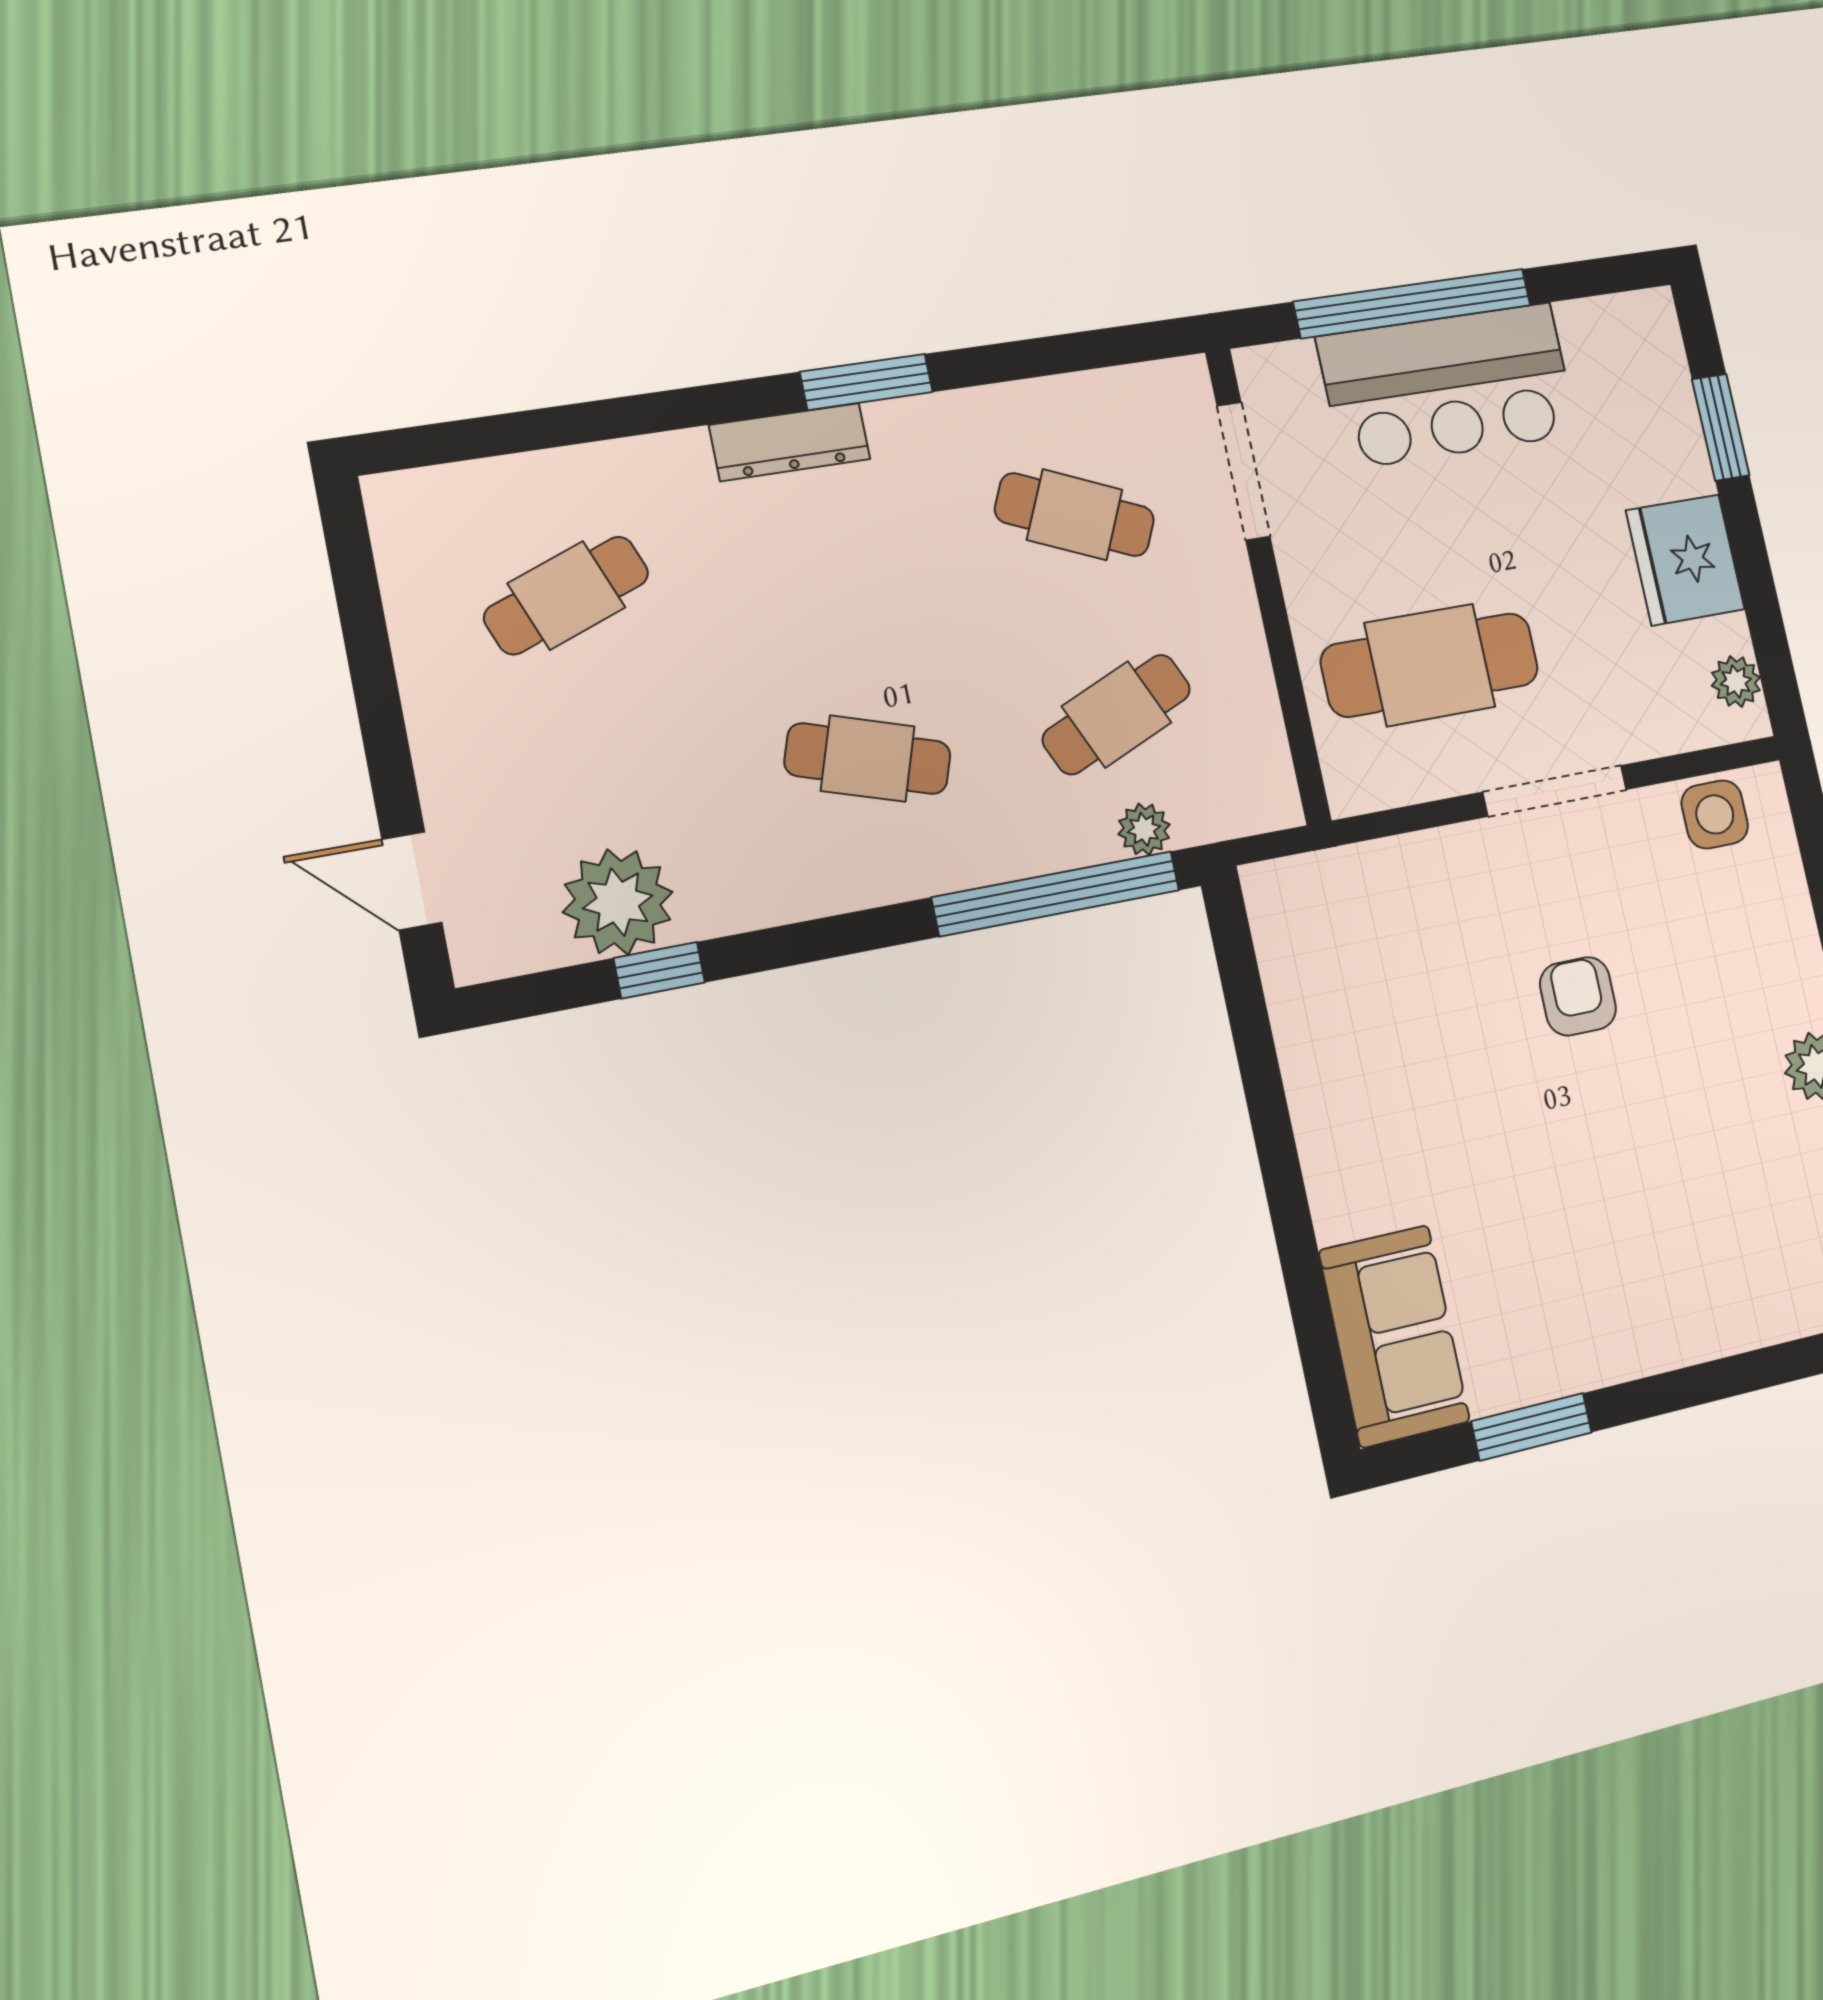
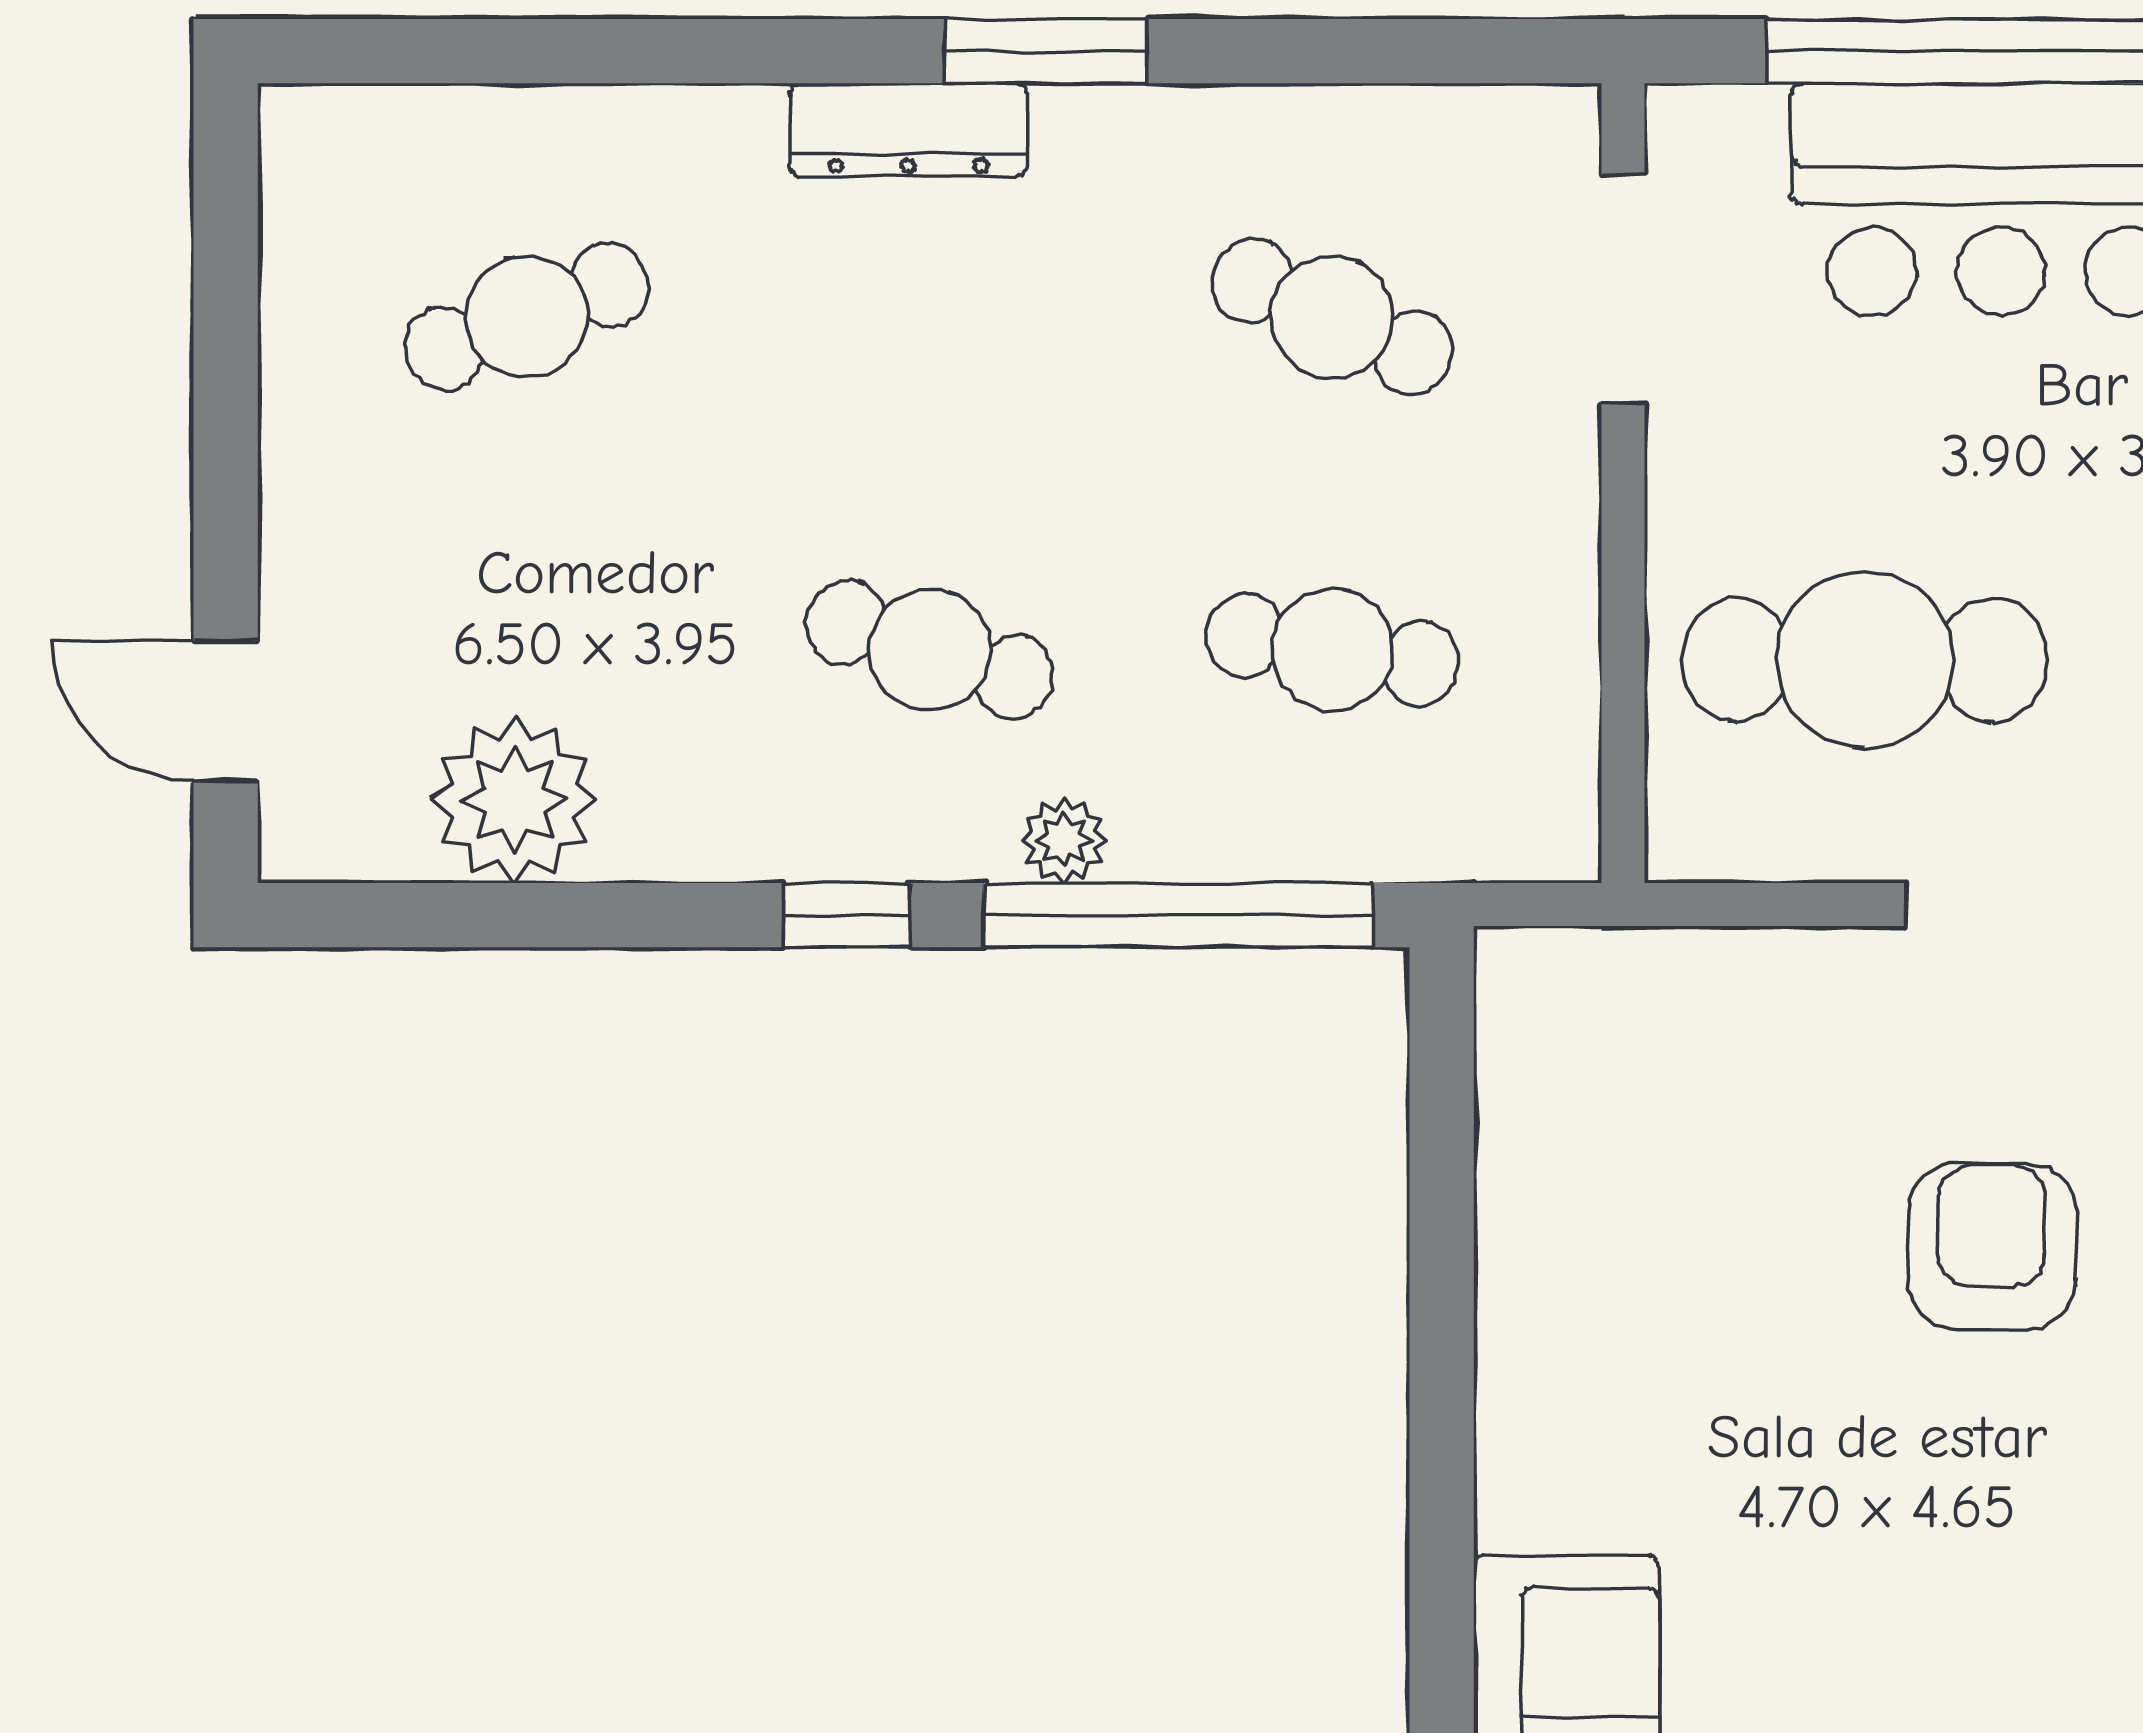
cafe table: (1117, 714) -> (1333, 650), turned 33
plant: (1144, 829) -> (1064, 840), moved
window: (659, 970) -> (846, 915), moved
armchair: (1578, 996) -> (1992, 1246), width x1.38, depth x1.38

